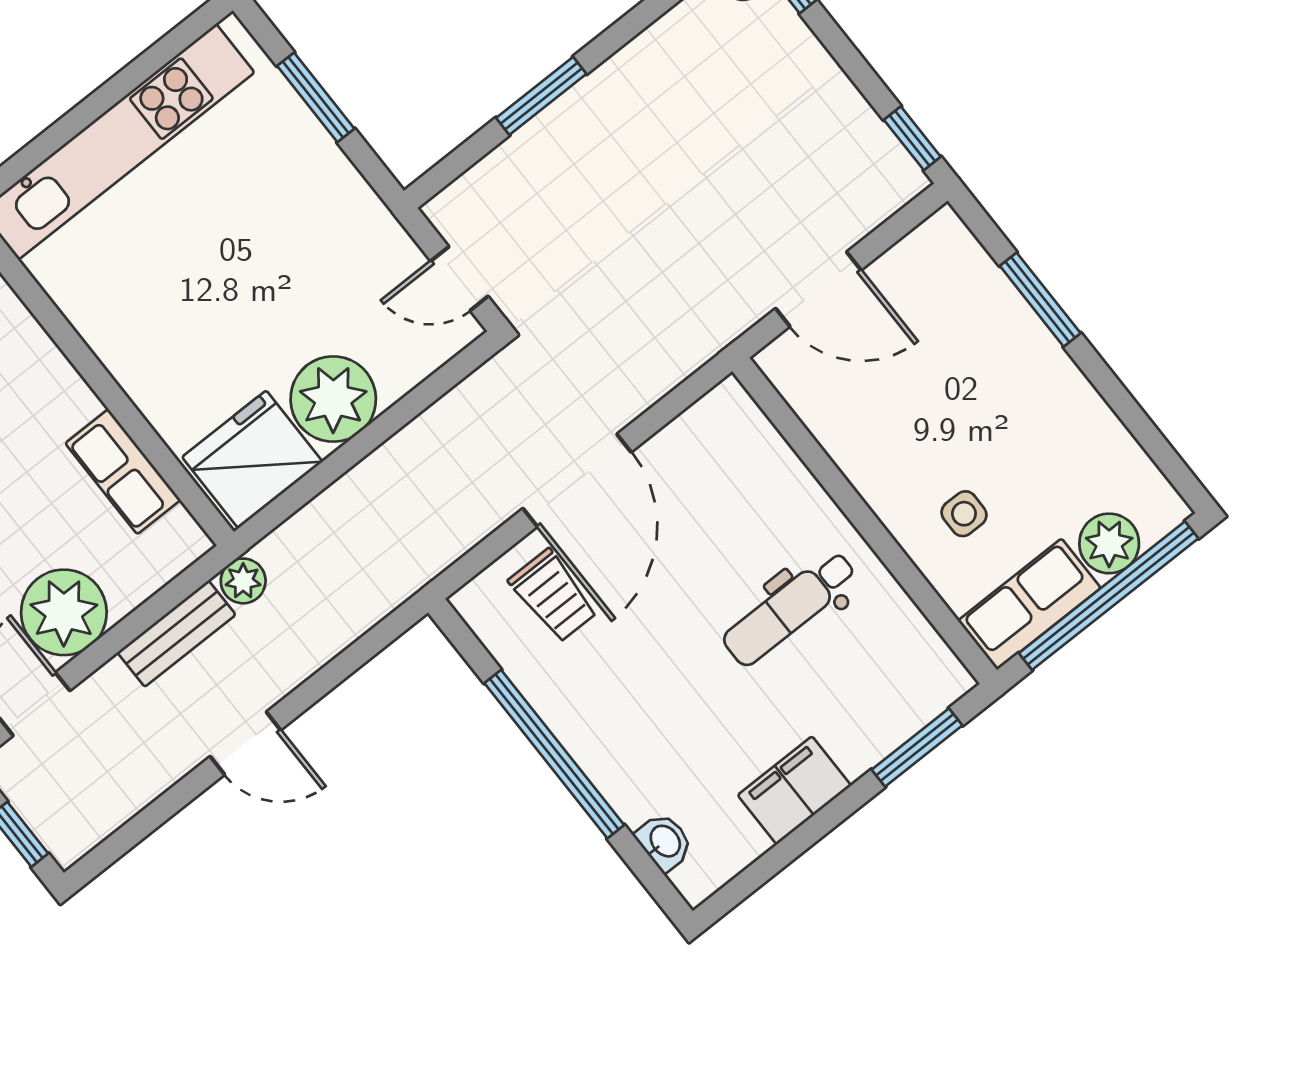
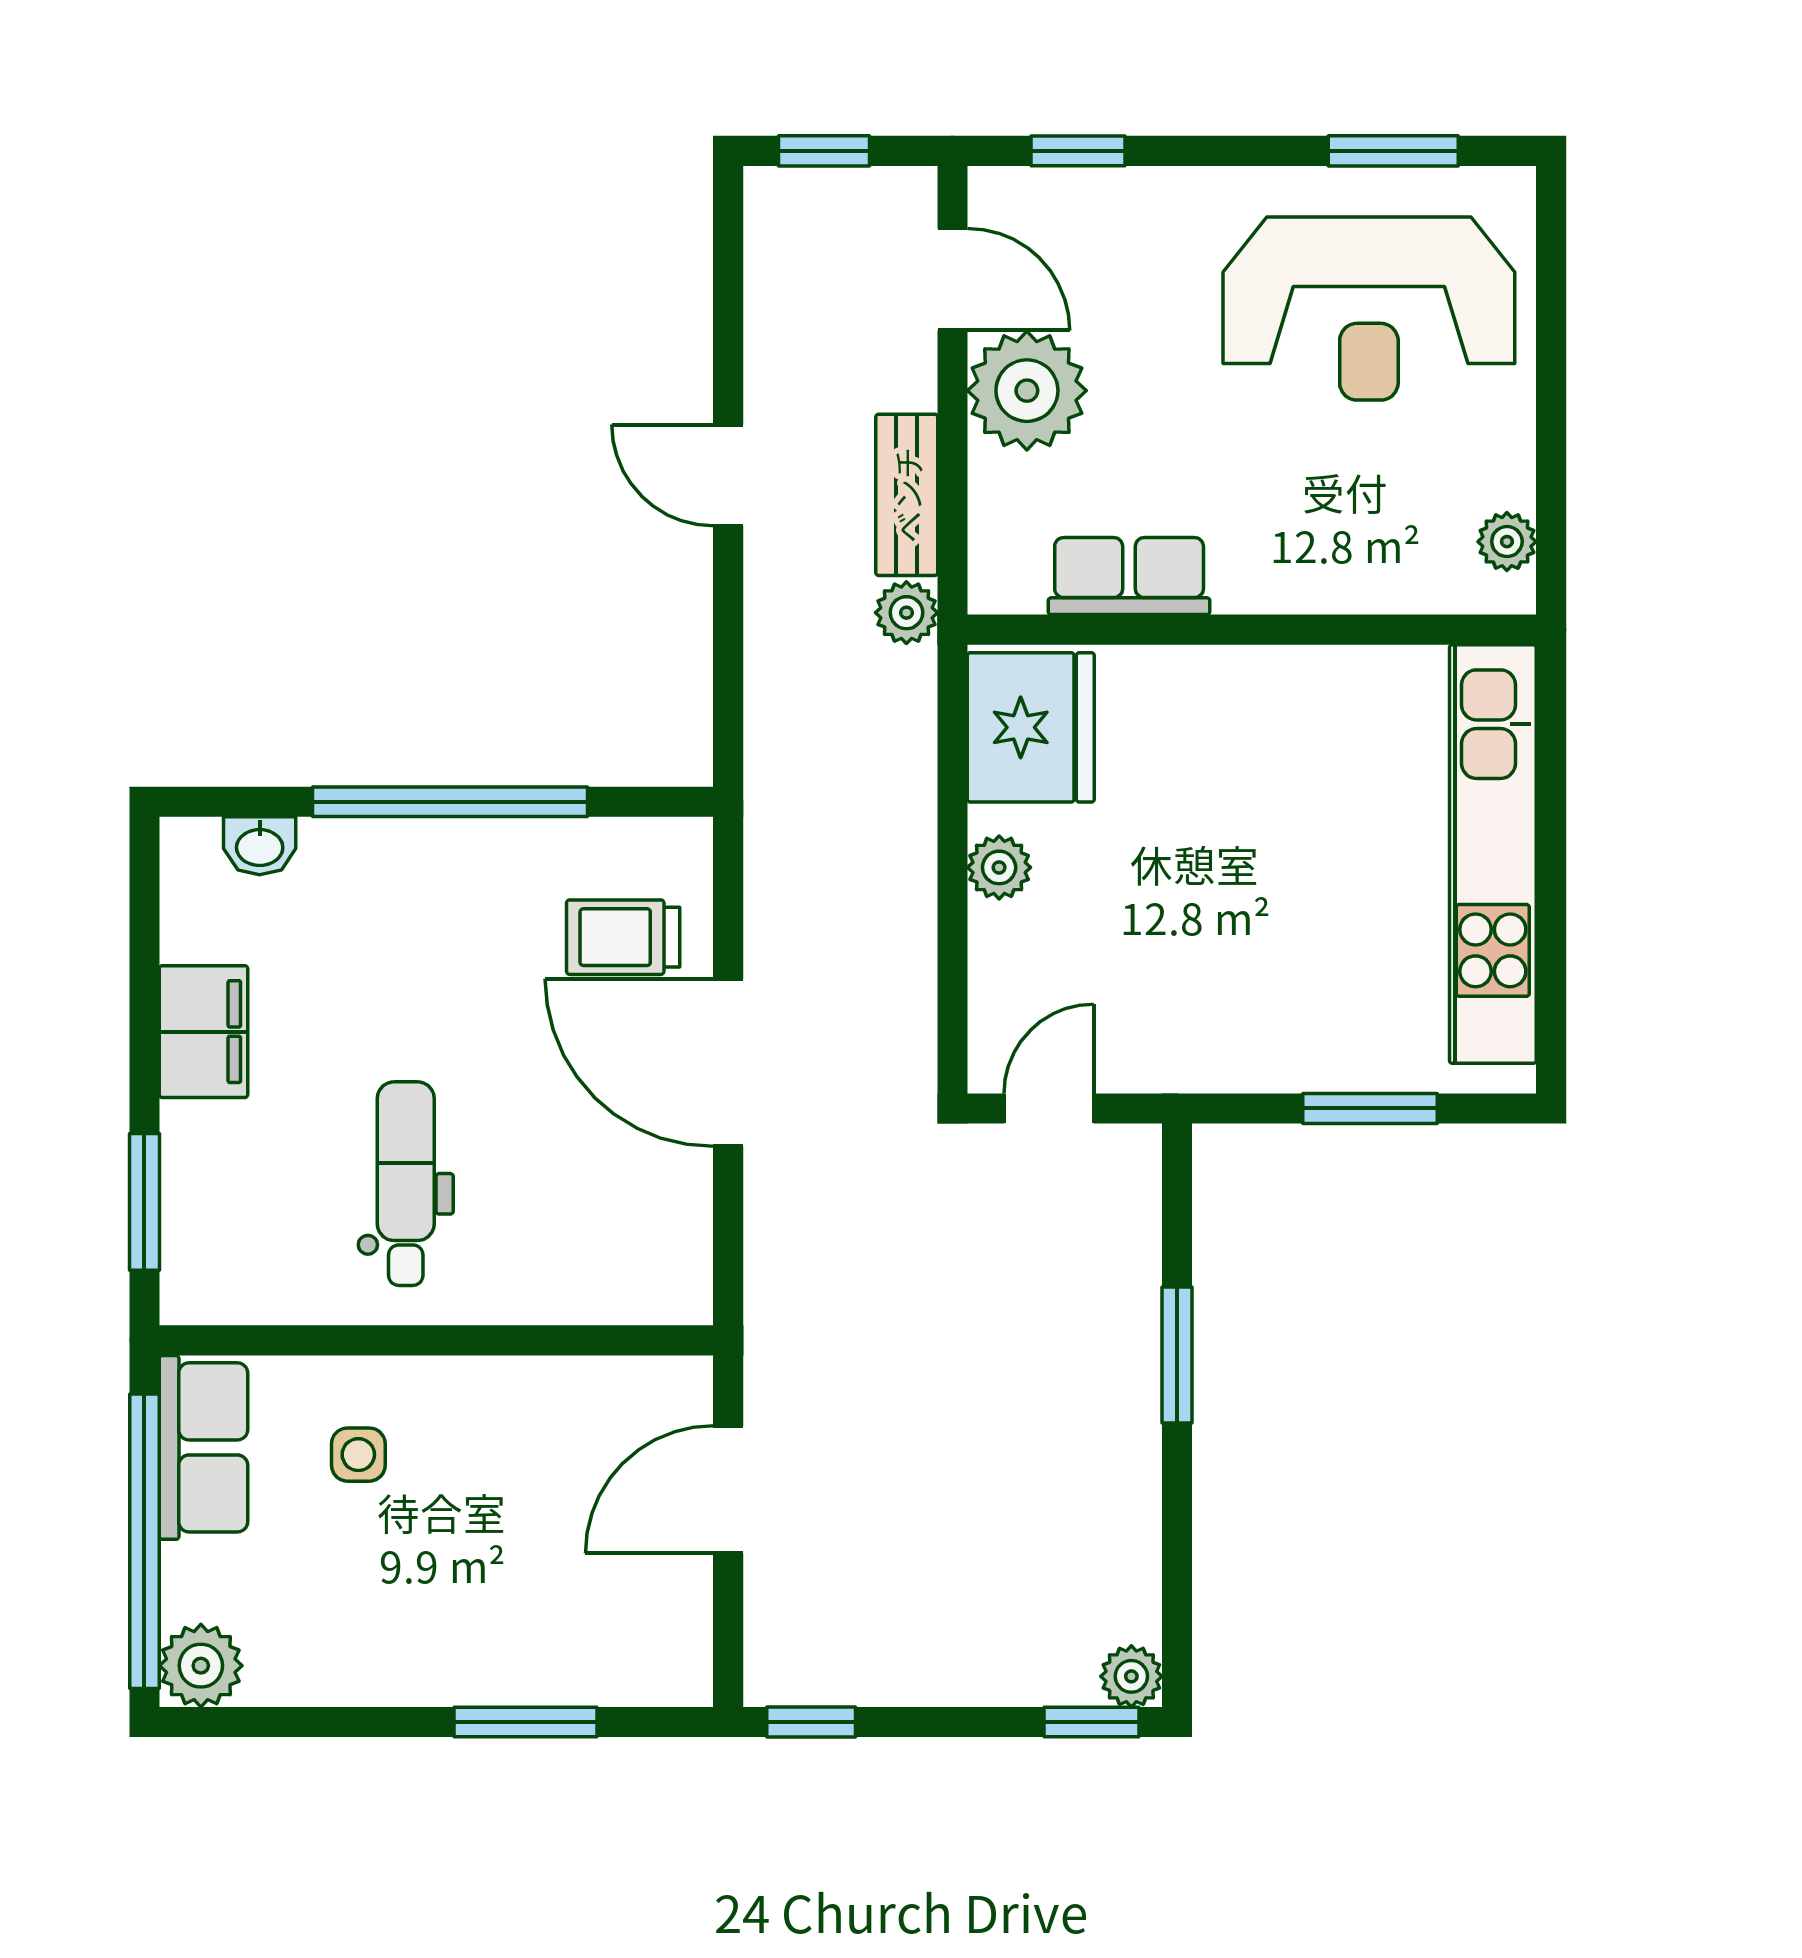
plant: (333, 399) -> (999, 867), width x0.53, depth x0.53
plant: (1109, 543) -> (201, 1666), moved
door: (245, 743) -> (728, 475), hinge flipped

